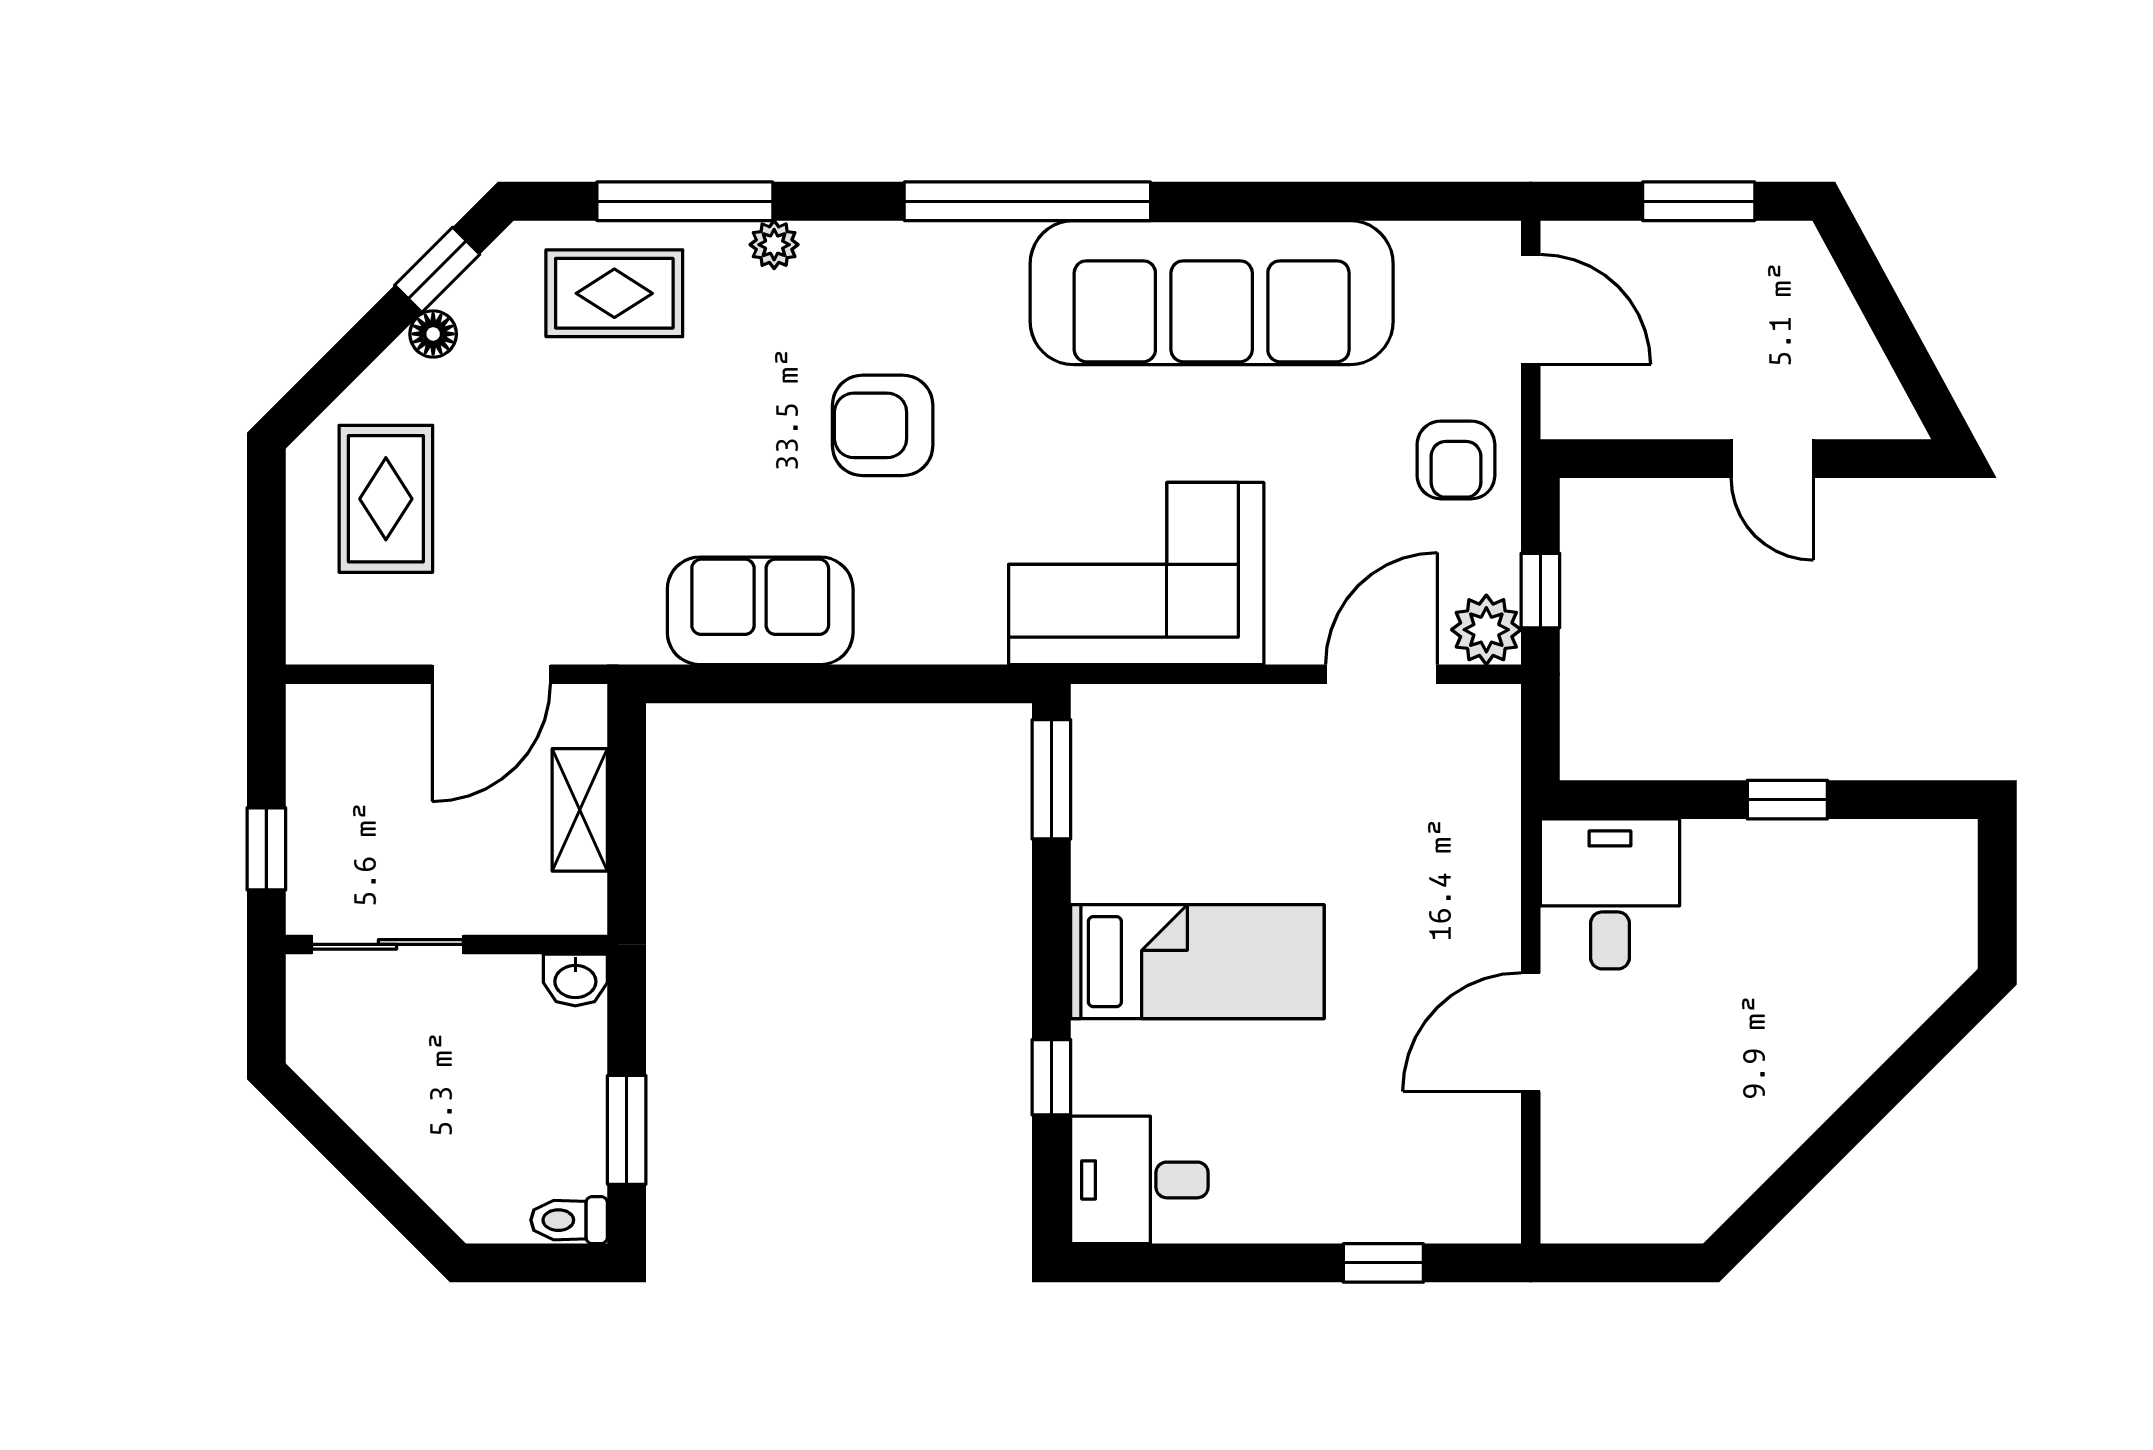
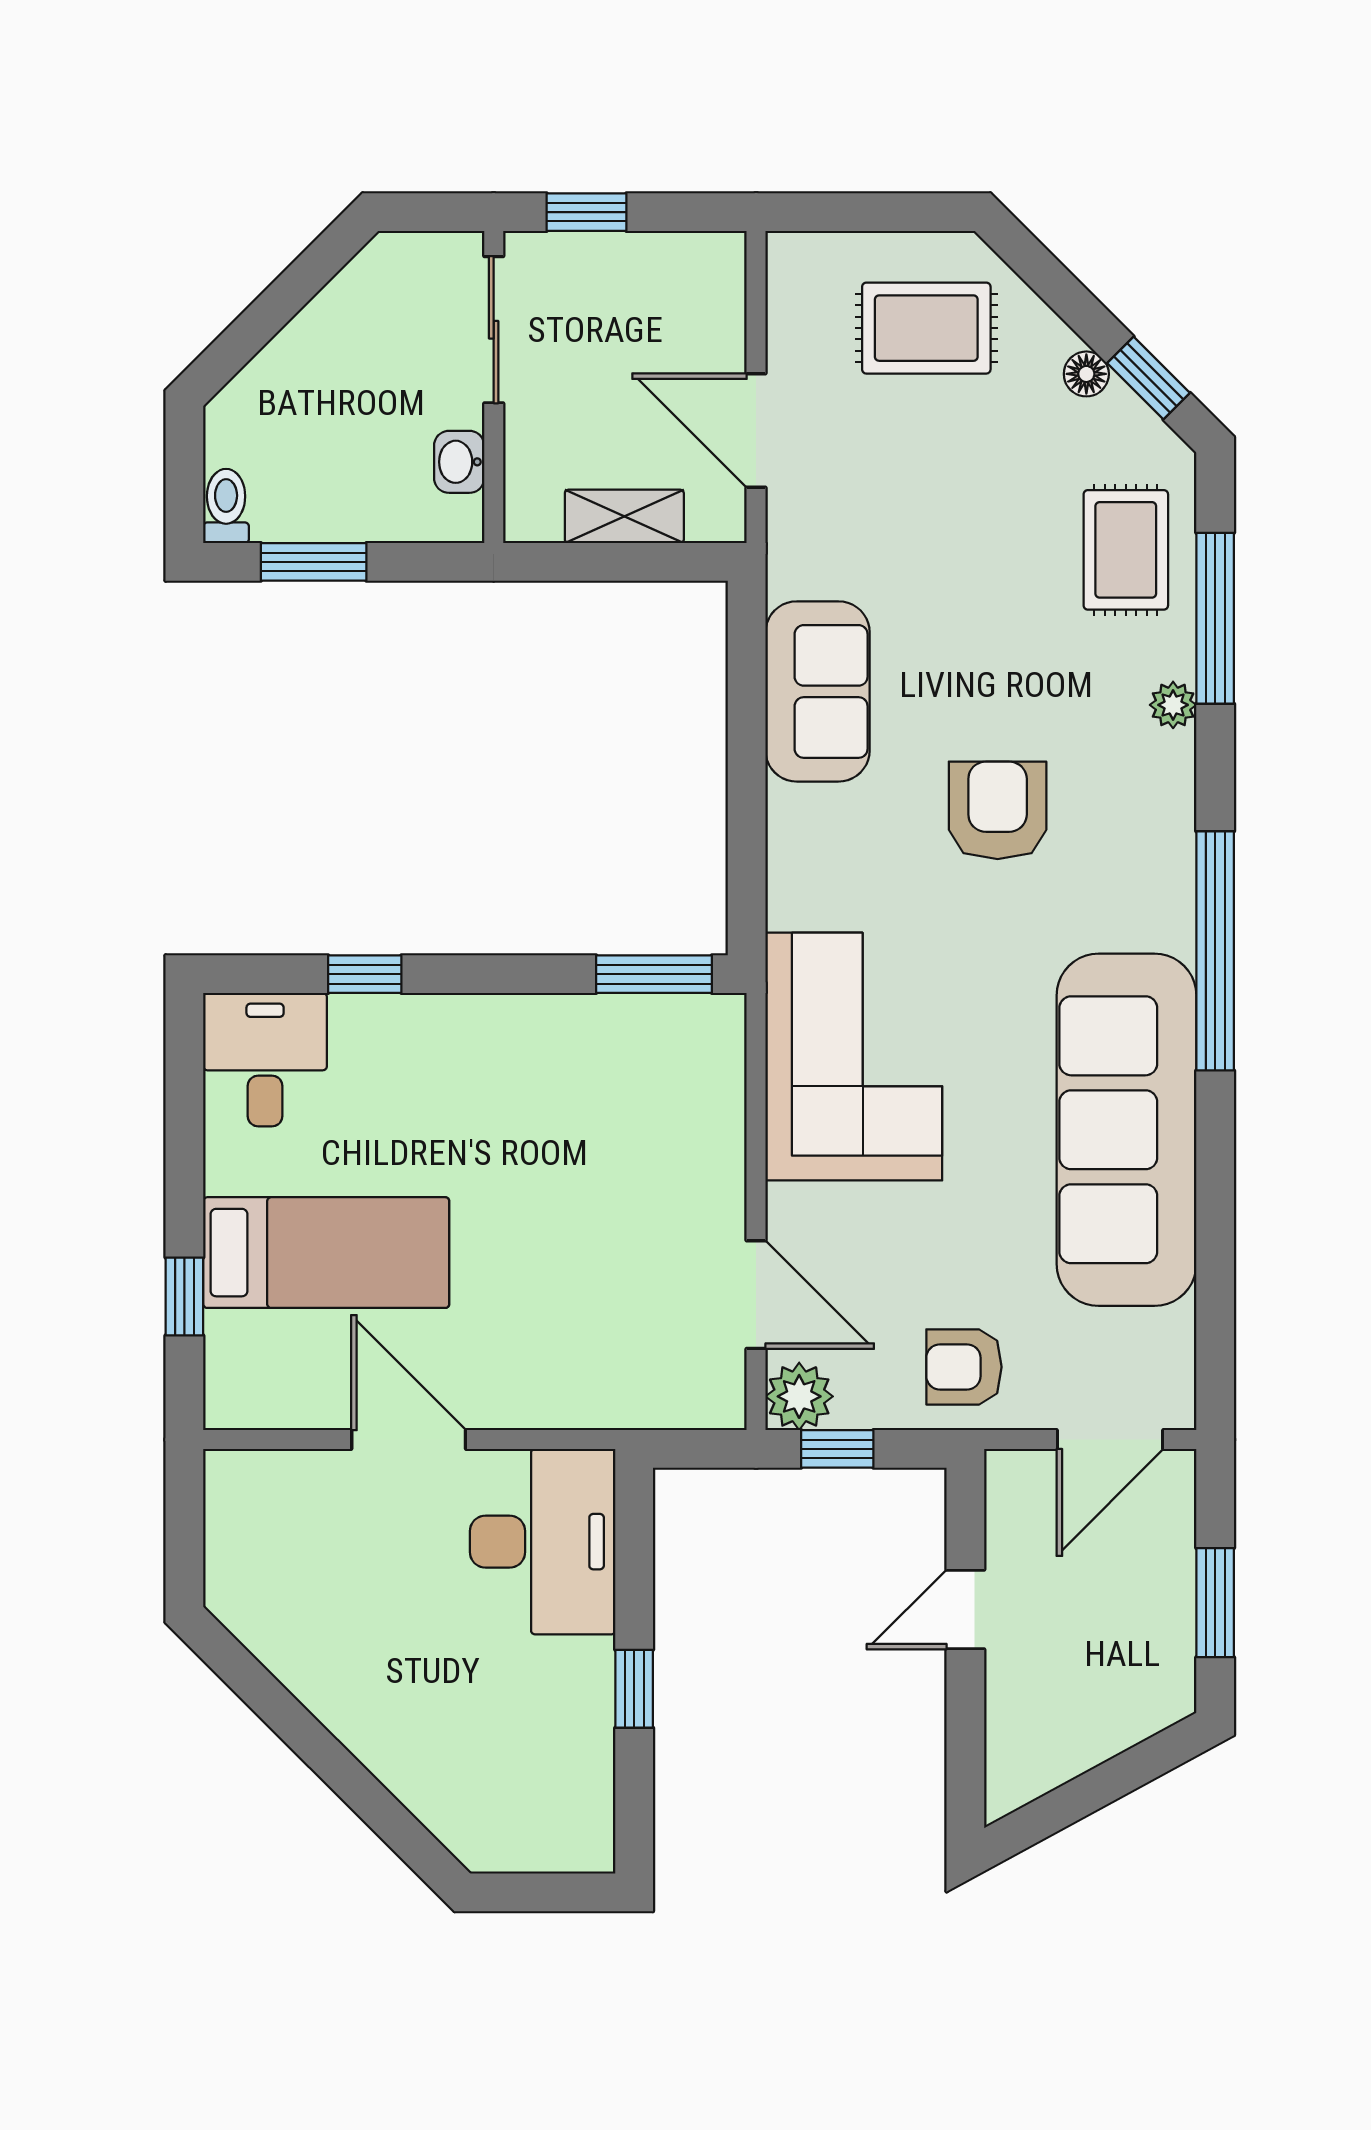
door: (1772, 459) -> (965, 1610), moved
desk: (1610, 894) -> (543, 1542), width x1.37
bed: (1197, 962) -> (326, 1253), moved, turned -90
washbasin: (575, 980) -> (459, 462), moved

